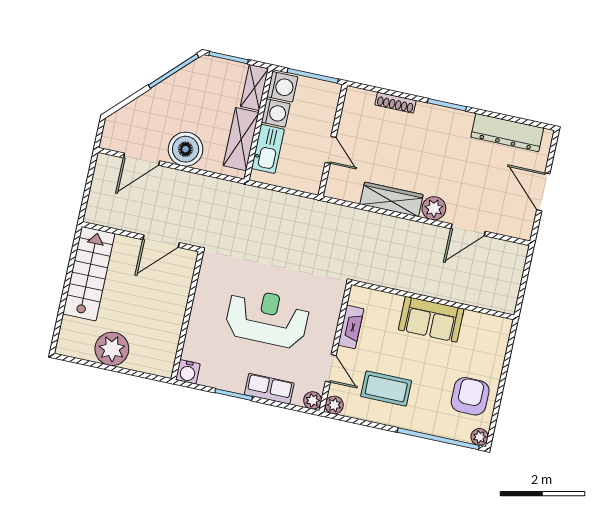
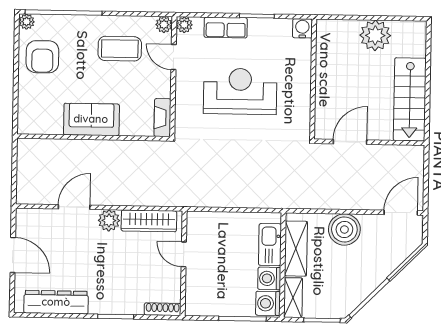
wall: (333, 140) -> (184, 263), moved
door: (331, 150) -> (184, 254), moved
door: (142, 159) -> (401, 213), moved
reception desk: (267, 318) -> (240, 91), turned 180
fireplace: (351, 327) -> (162, 118), moved

